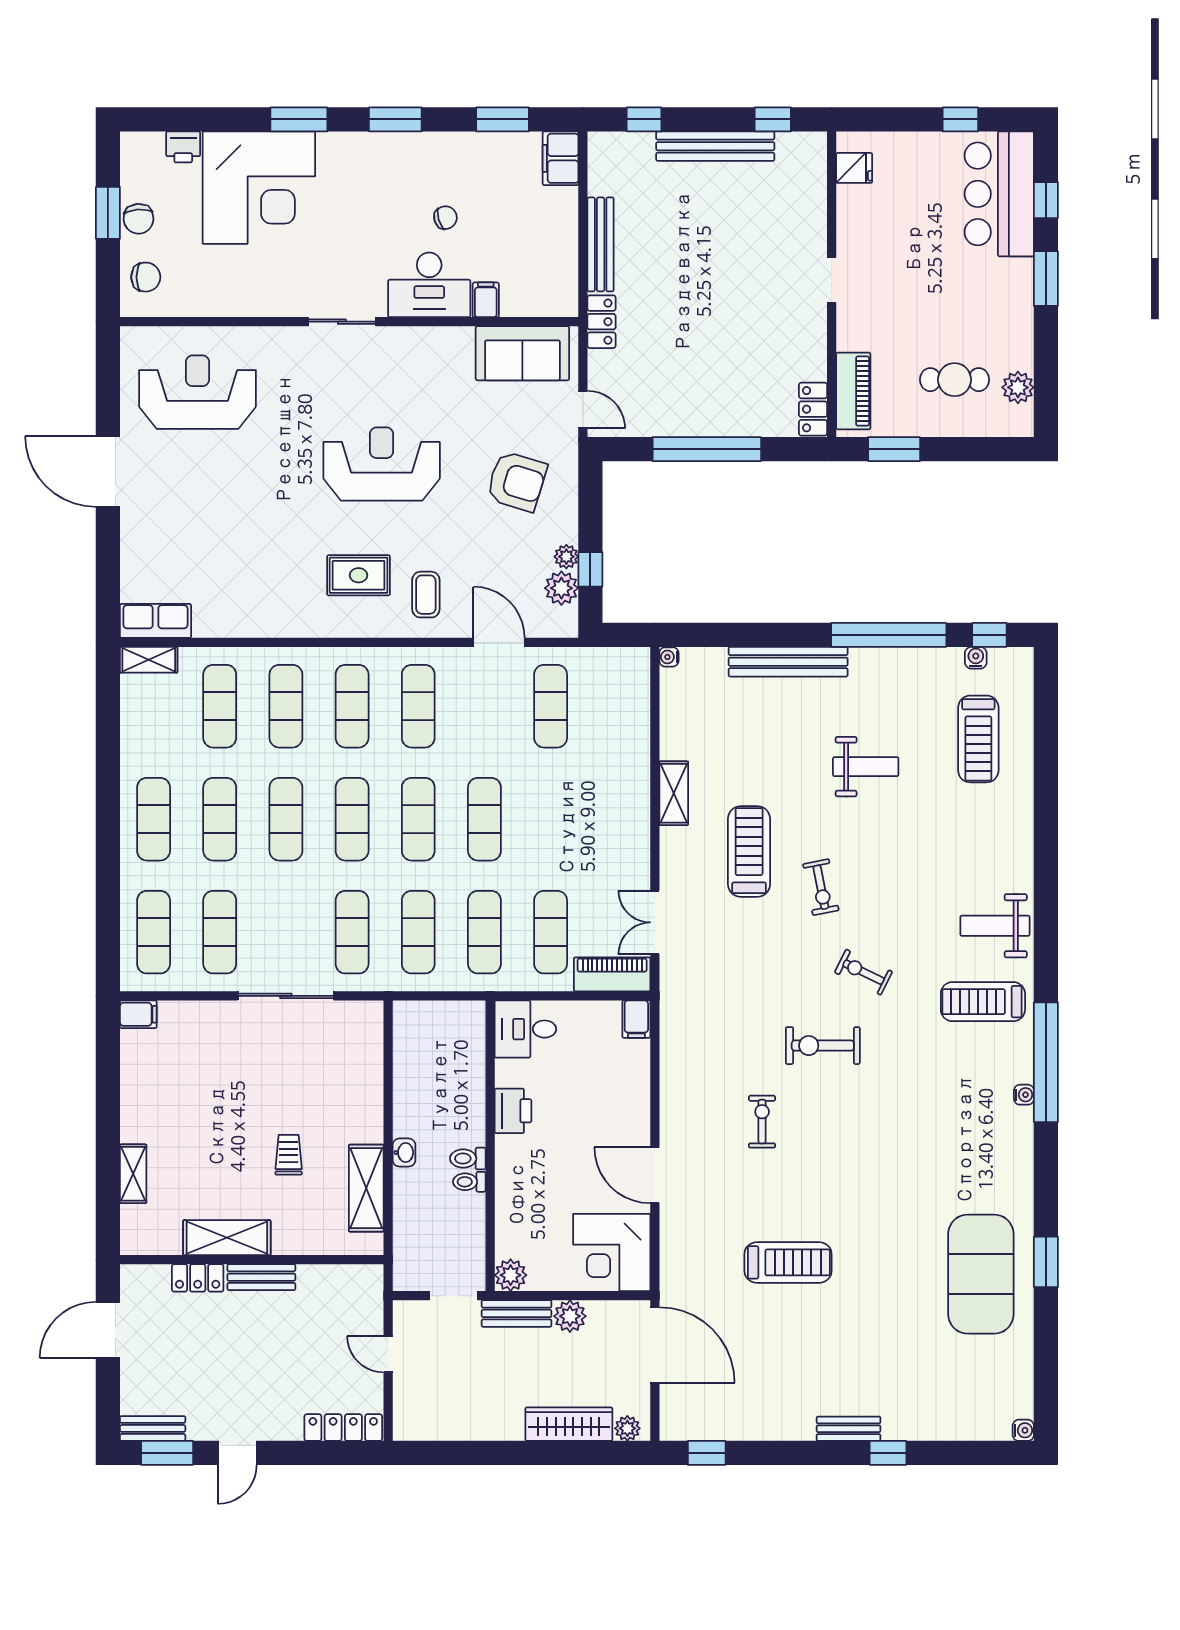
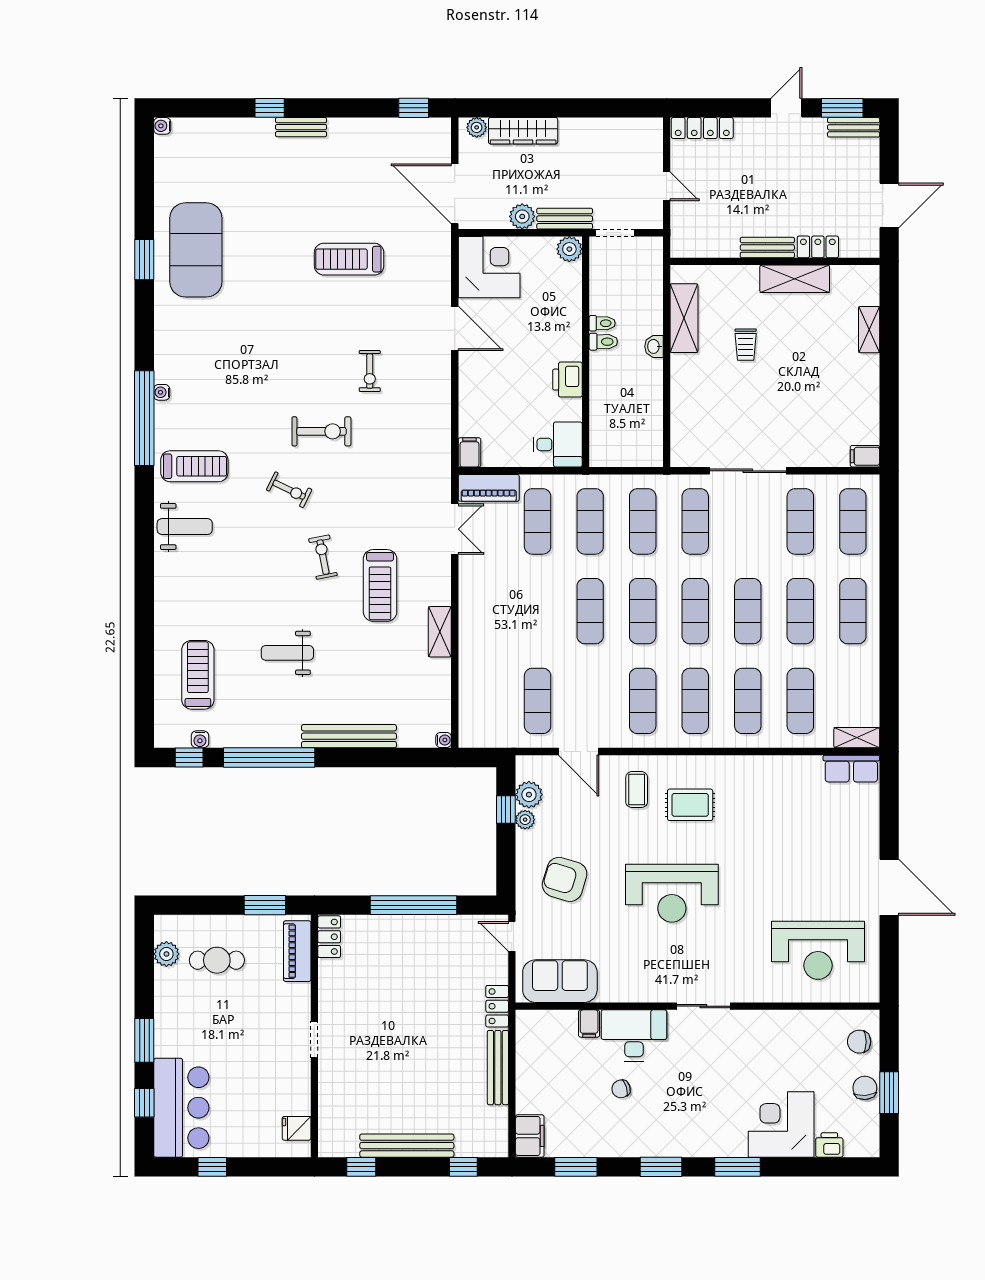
corner desk: (259, 188) -> (781, 1124), width x0.74, depth x0.74

